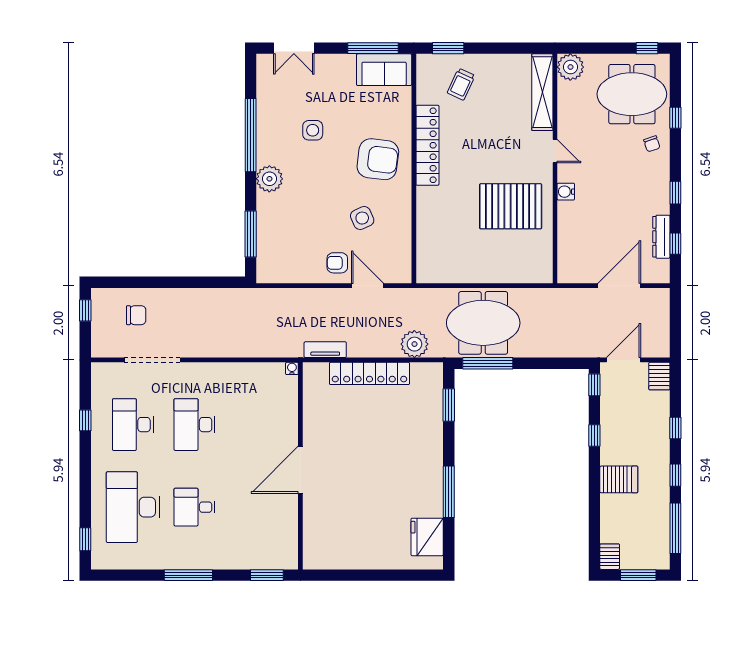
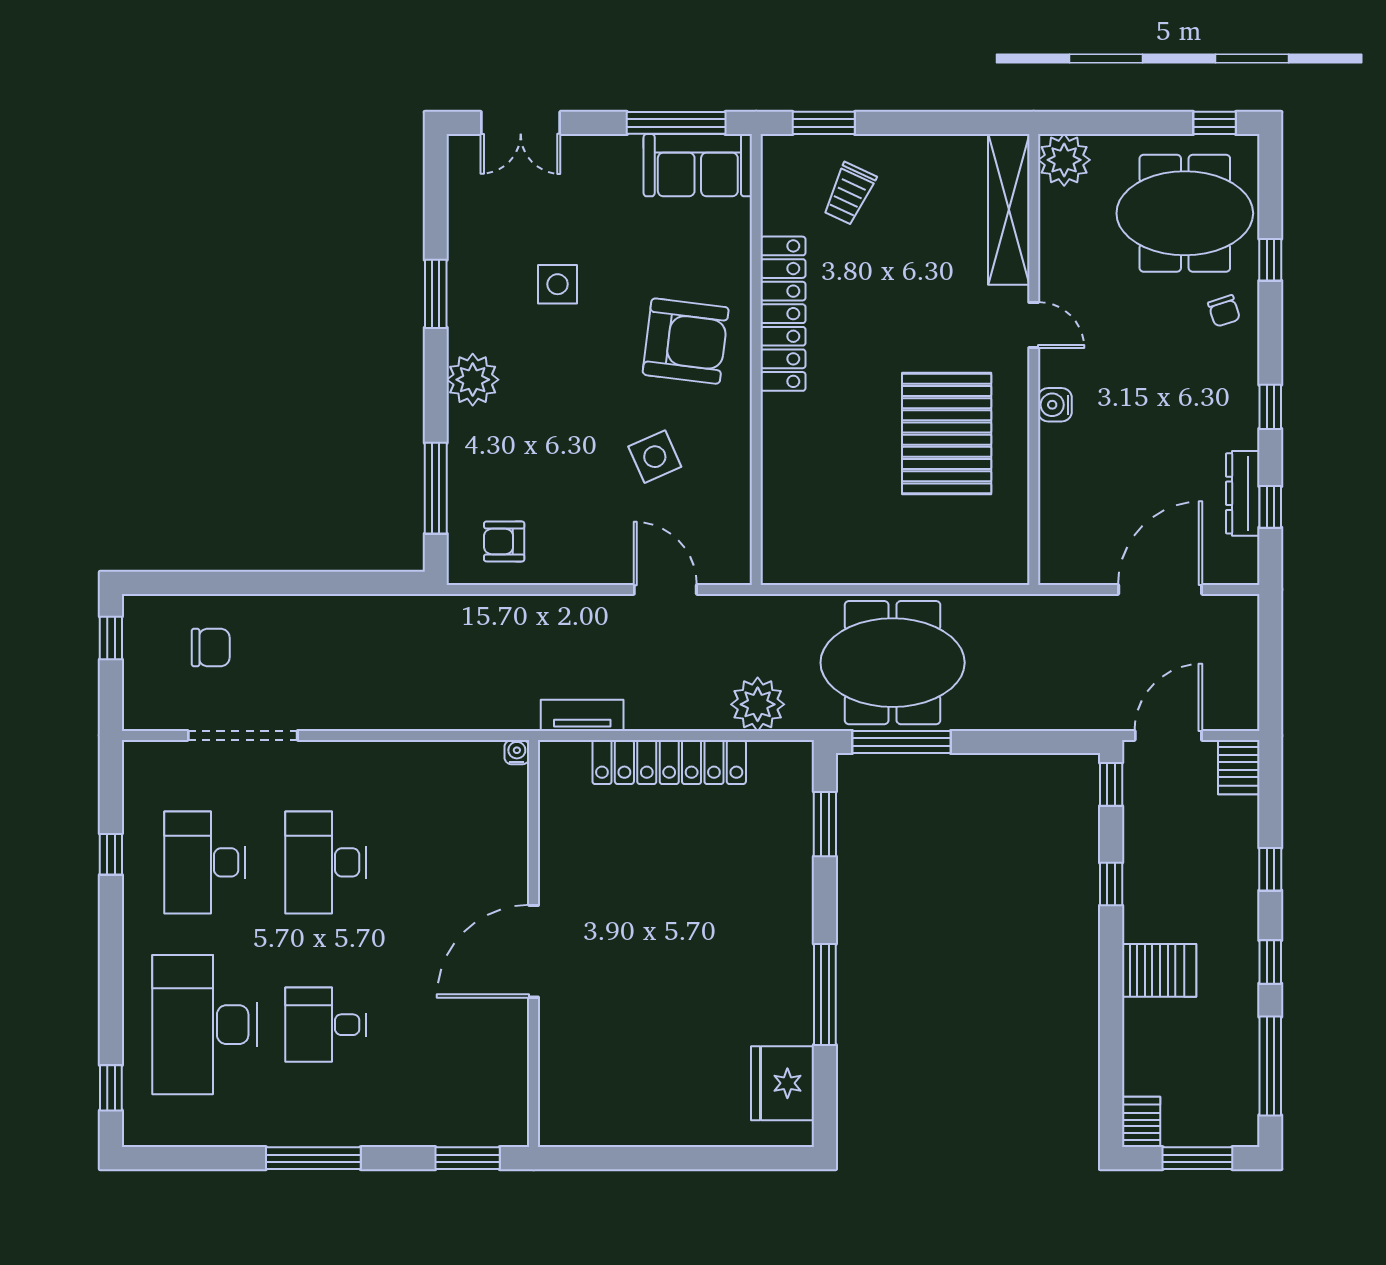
window: (251, 135) -> (436, 294), width x0.47
pallet: (511, 206) -> (947, 434), turned 90
armchair: (337, 263) -> (504, 541), moved

